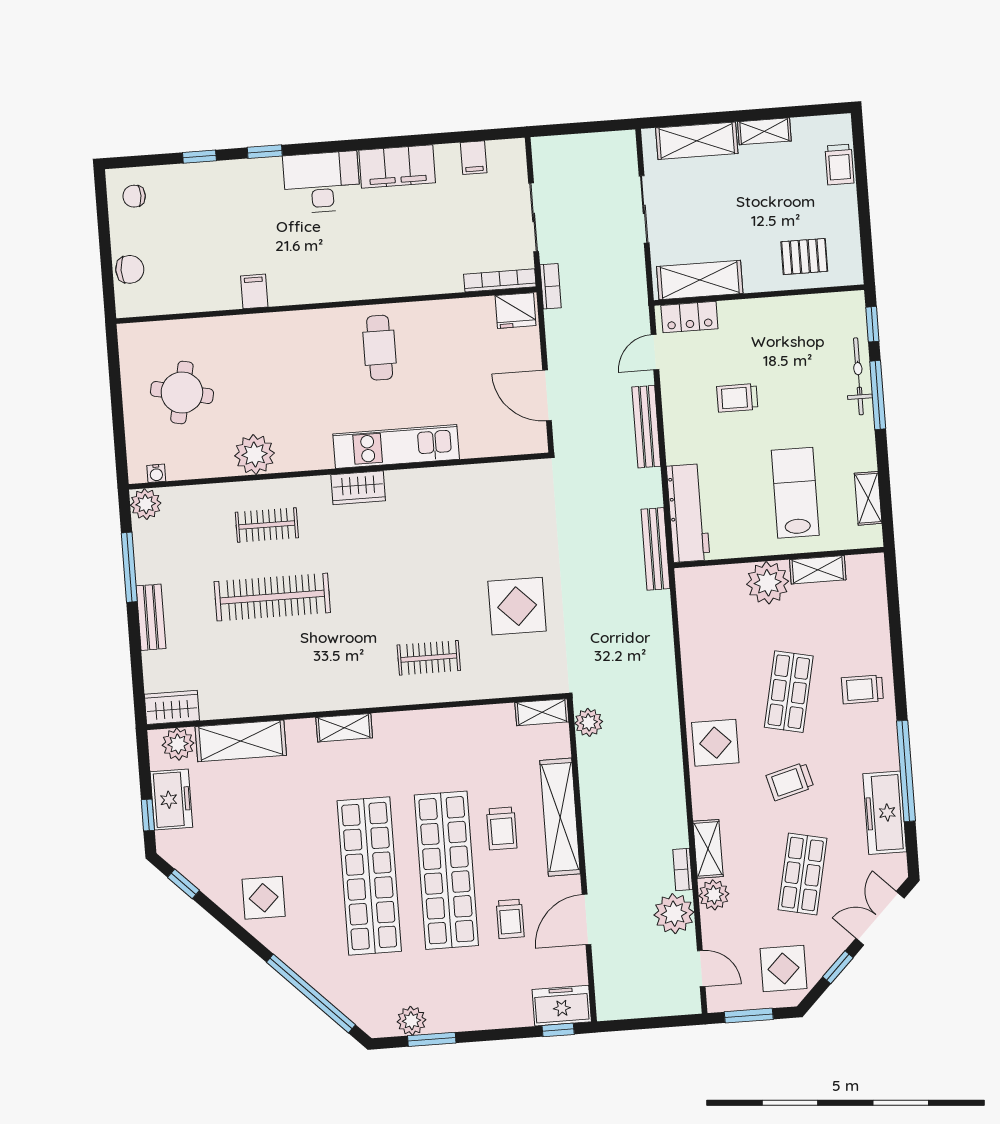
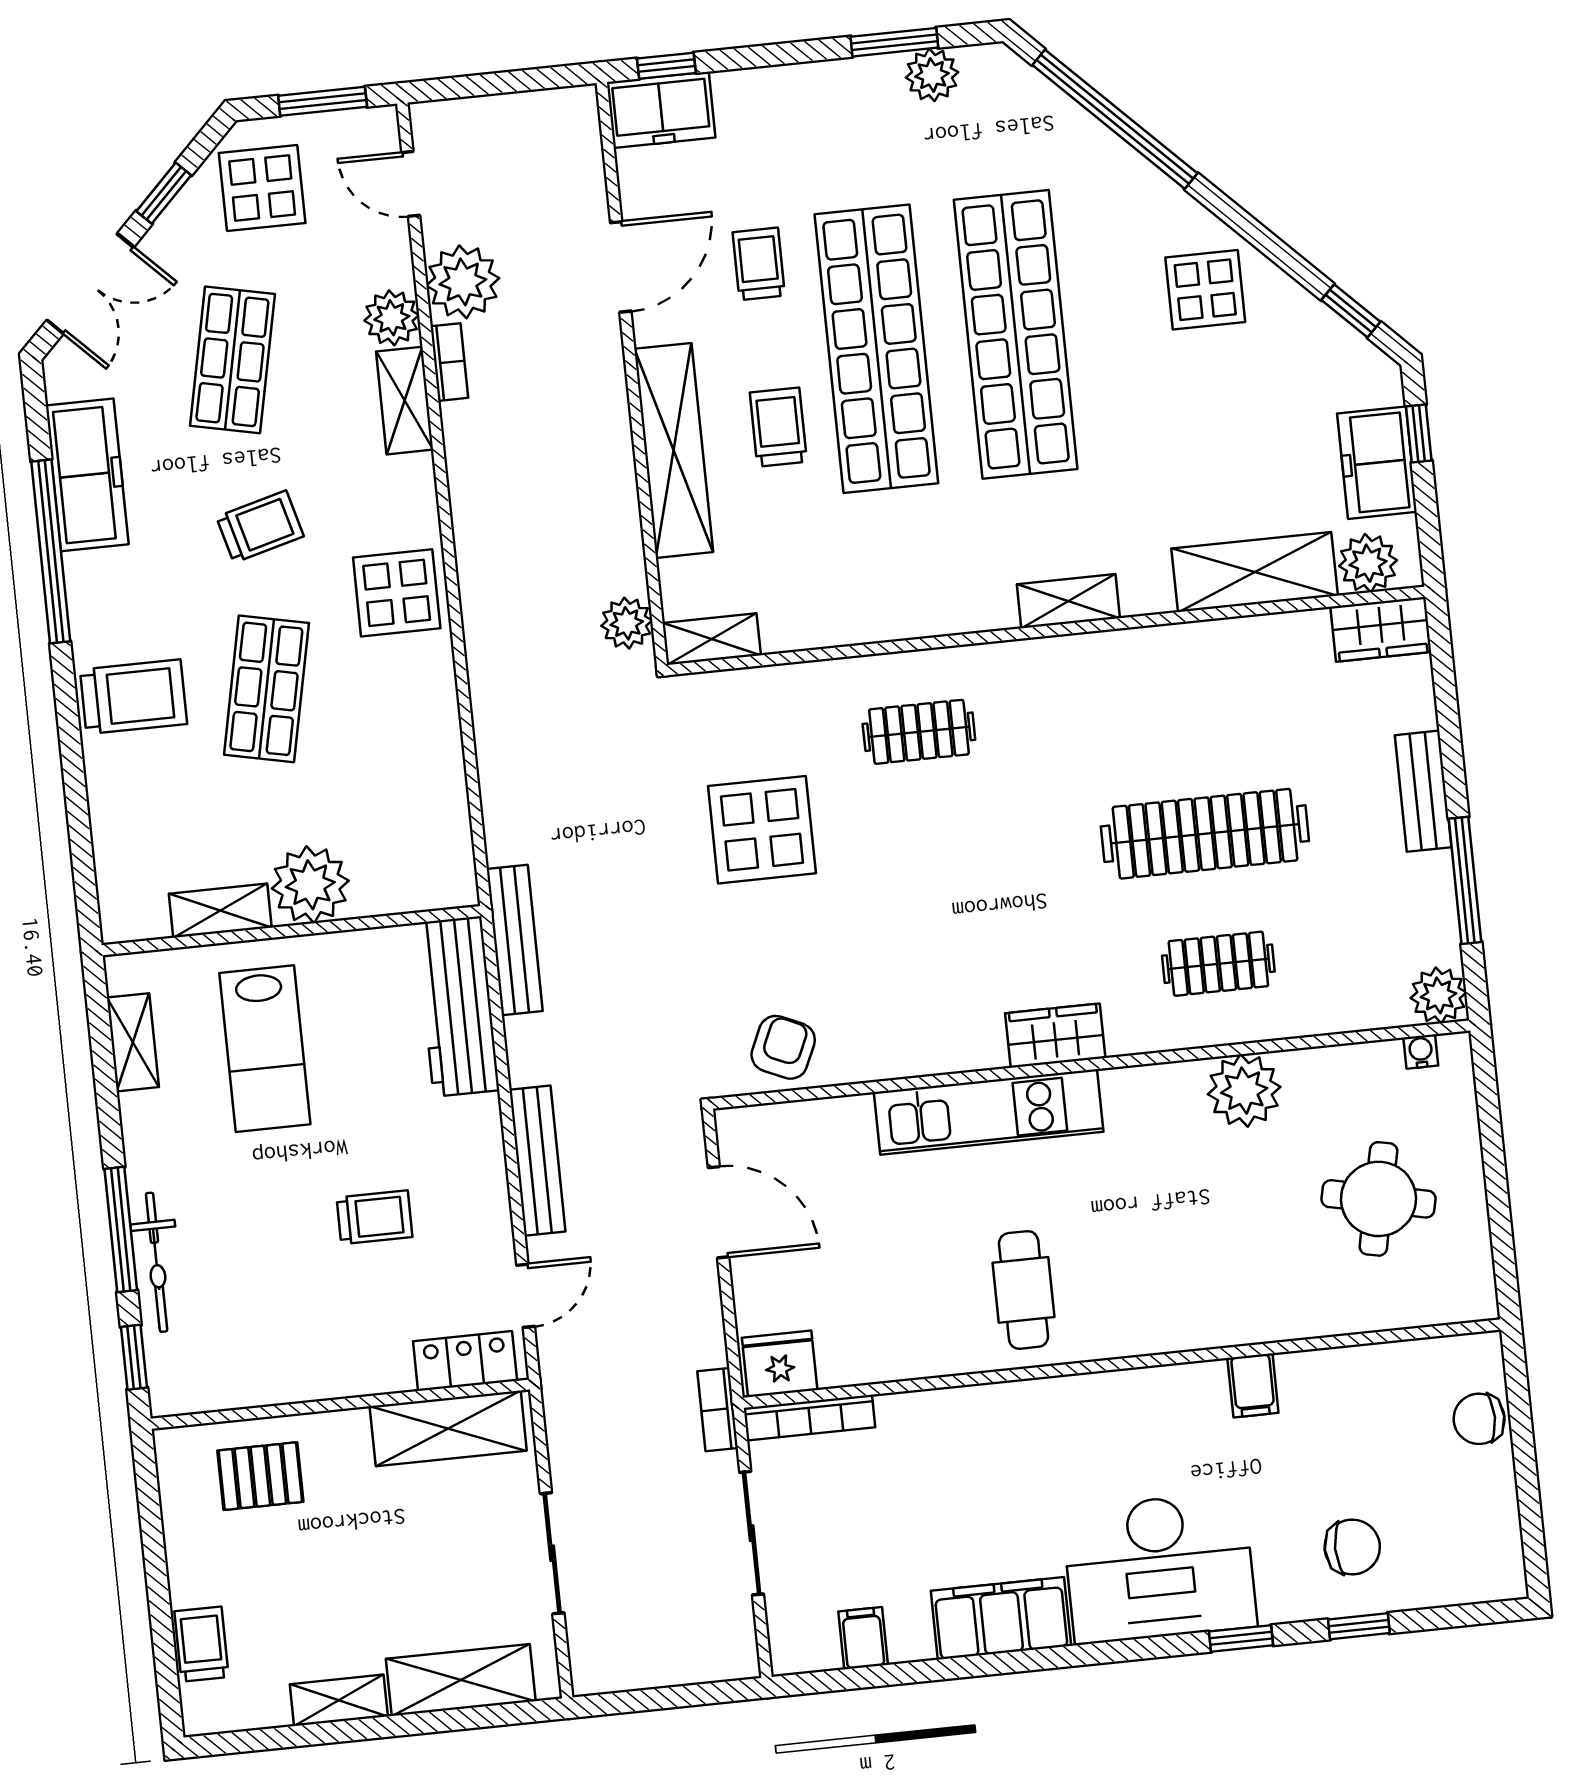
desk: (322, 182) -> (1159, 1568), width x1.36, depth x1.30
chair: (134, 196) -> (1352, 1547), moved, width x1.37, depth x1.37
armchair: (509, 486) -> (783, 1047), added
trolley: (862, 689) -> (133, 697), width x1.36, depth x1.39

